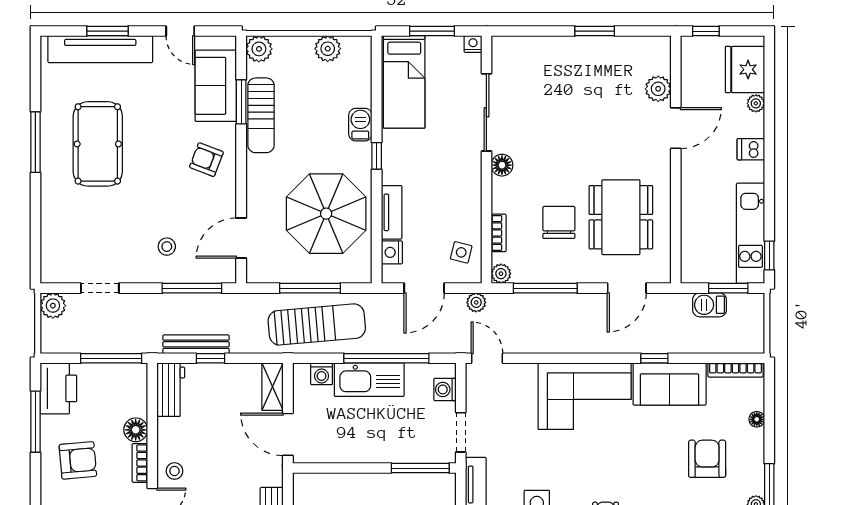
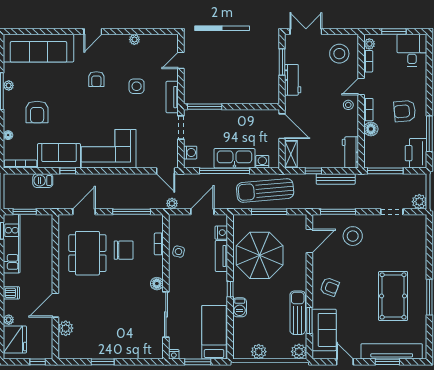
chair: (559, 222) -> (124, 250), turned -90
stool: (167, 247) -> (353, 236), width x1.89, depth x1.89
side table: (461, 252) -> (179, 252), moved
plant: (501, 274) -> (157, 220), removed
barbecue: (709, 305) -> (43, 181), moved, turned 180
window: (211, 358) -> (313, 171), moved

